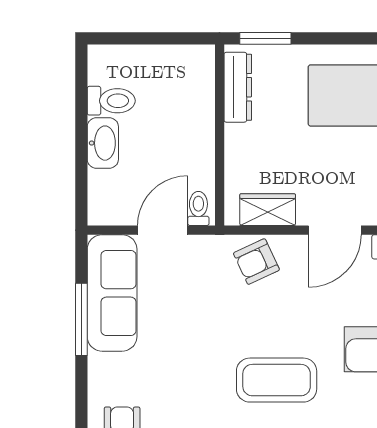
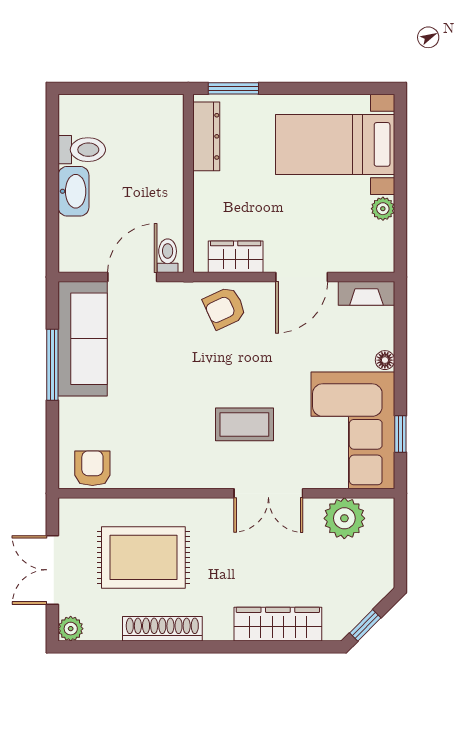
coffee table: (277, 380) -> (244, 424), width x0.73, depth x0.76

